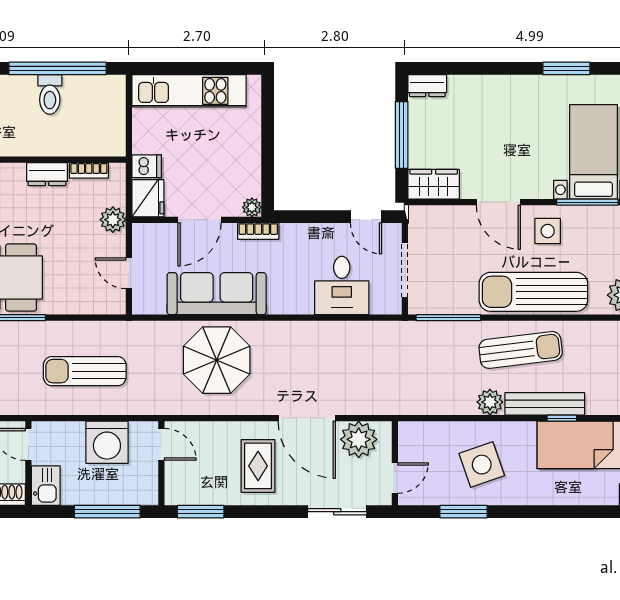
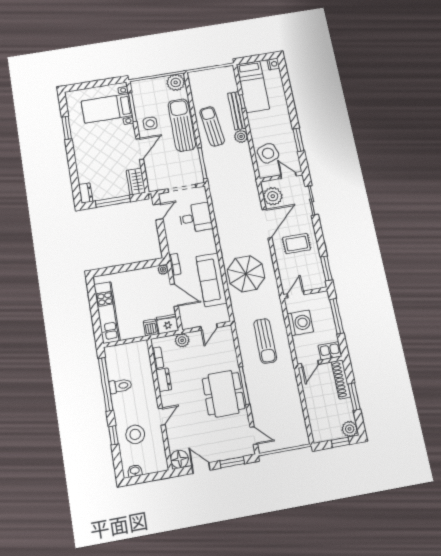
sun lounger: (533, 292) -> (182, 125), turned 180
side table: (482, 465) -> (268, 153), moved

